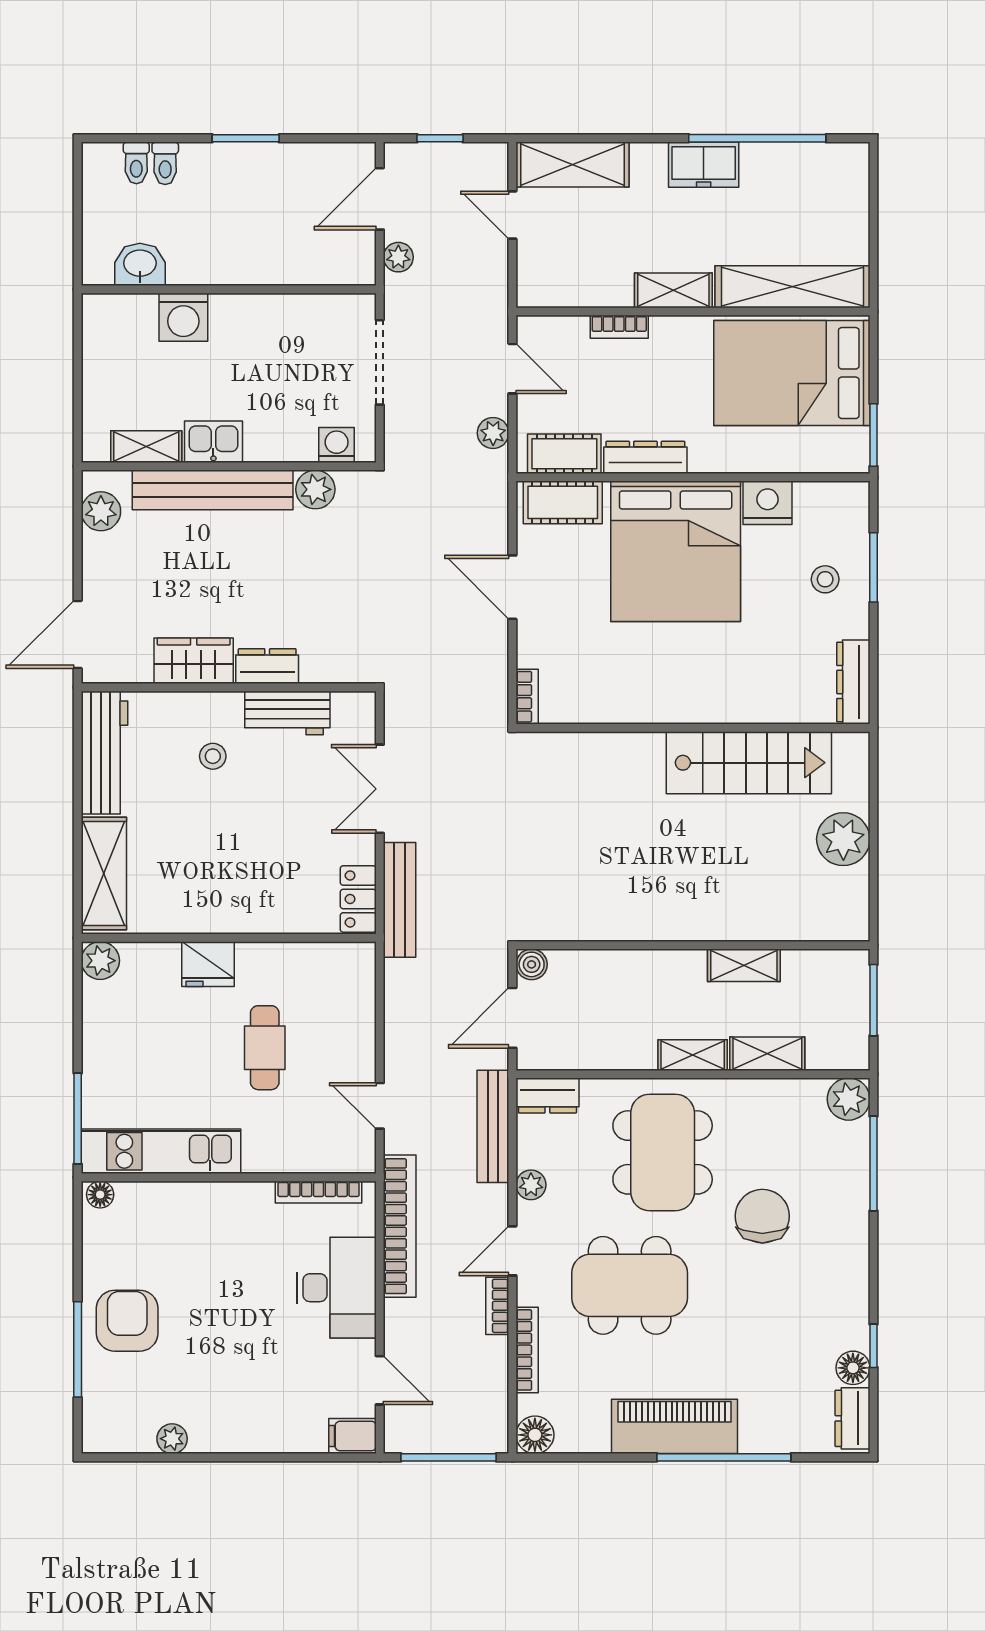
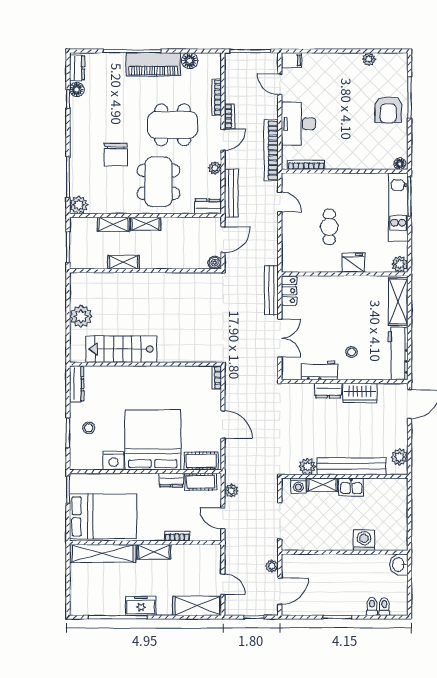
washbasin: (140, 264) -> (399, 565), moved, turned 90
shelving: (146, 447) -> (322, 485), moved
dresser: (645, 457) -> (171, 480), width x0.70
kitchen unit: (161, 1151) -> (398, 207), moved, turned 90
floor lamp: (535, 1435) -> (190, 61), moved

